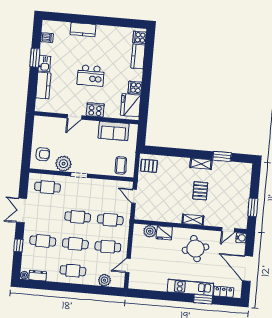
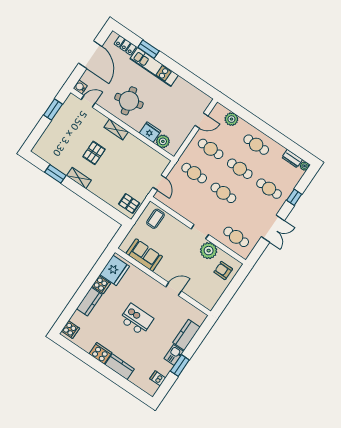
kitchen counter: (138, 56) -> (89, 302), moved
cooker: (95, 110) -> (100, 353), moved, turned 180

